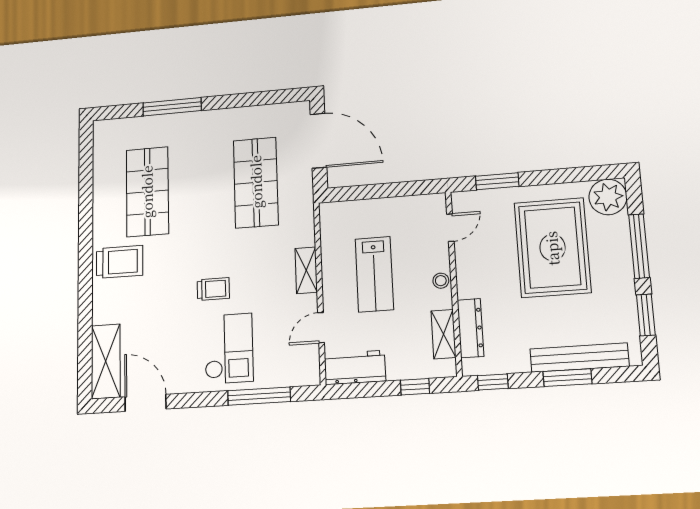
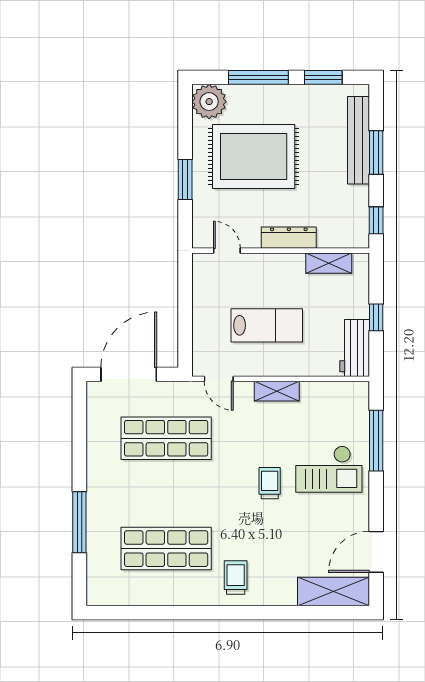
window: (497, 181) -> (185, 179), moved
trolley: (120, 262) -> (236, 577), width x0.73, depth x0.72
shelving: (306, 270) -> (277, 391), moved
stool: (441, 281) -> (278, 263), removed
door: (321, 328) -> (219, 379), moved
dresser: (471, 328) -> (289, 238), moved
checkout: (229, 349) -> (329, 469), turned 180
window: (415, 387) -> (376, 317), moved

